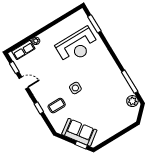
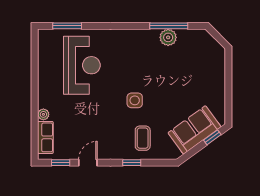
plant: (132, 101) -> (168, 37), moved

